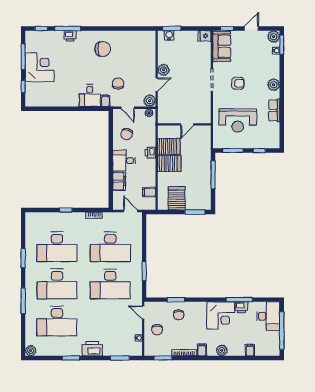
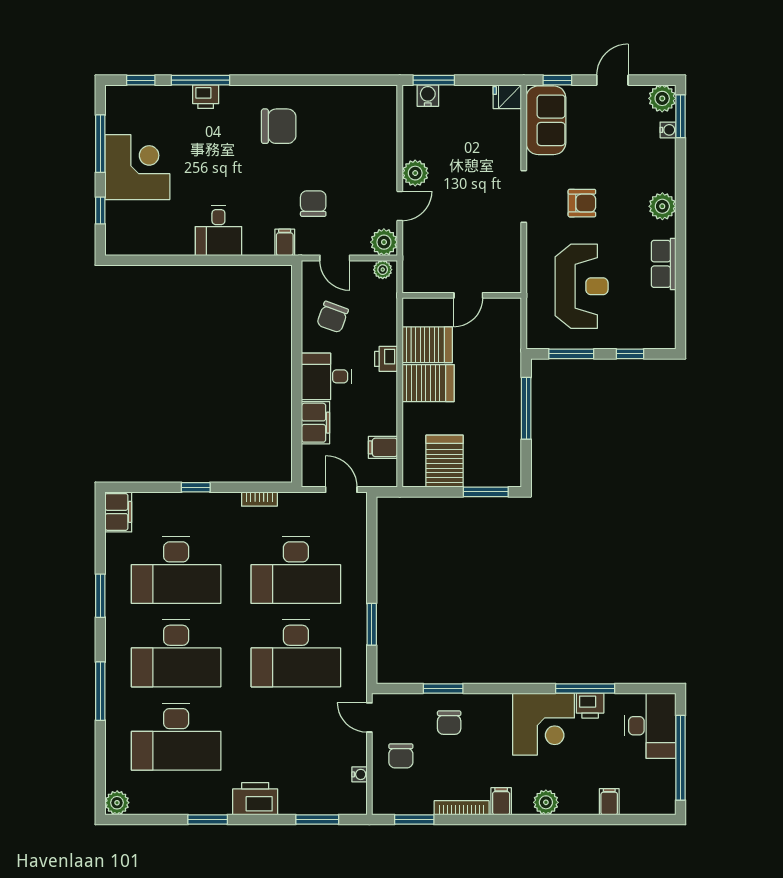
desk: (90, 96) -> (218, 231), moved
reception desk: (238, 120) -> (582, 286), turned -90
filing cabinet: (31, 221) -> (118, 512), added

